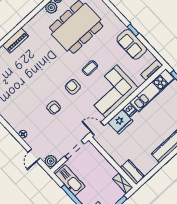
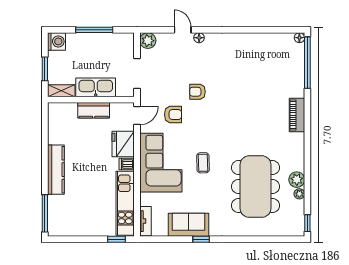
armchair: (73, 87) -> (173, 115), moved
door: (34, 155) -> (183, 30), moved
kitchen counter: (132, 172) -> (94, 110), moved
kitchen sink: (70, 180) -> (96, 87), moved, turned 180

